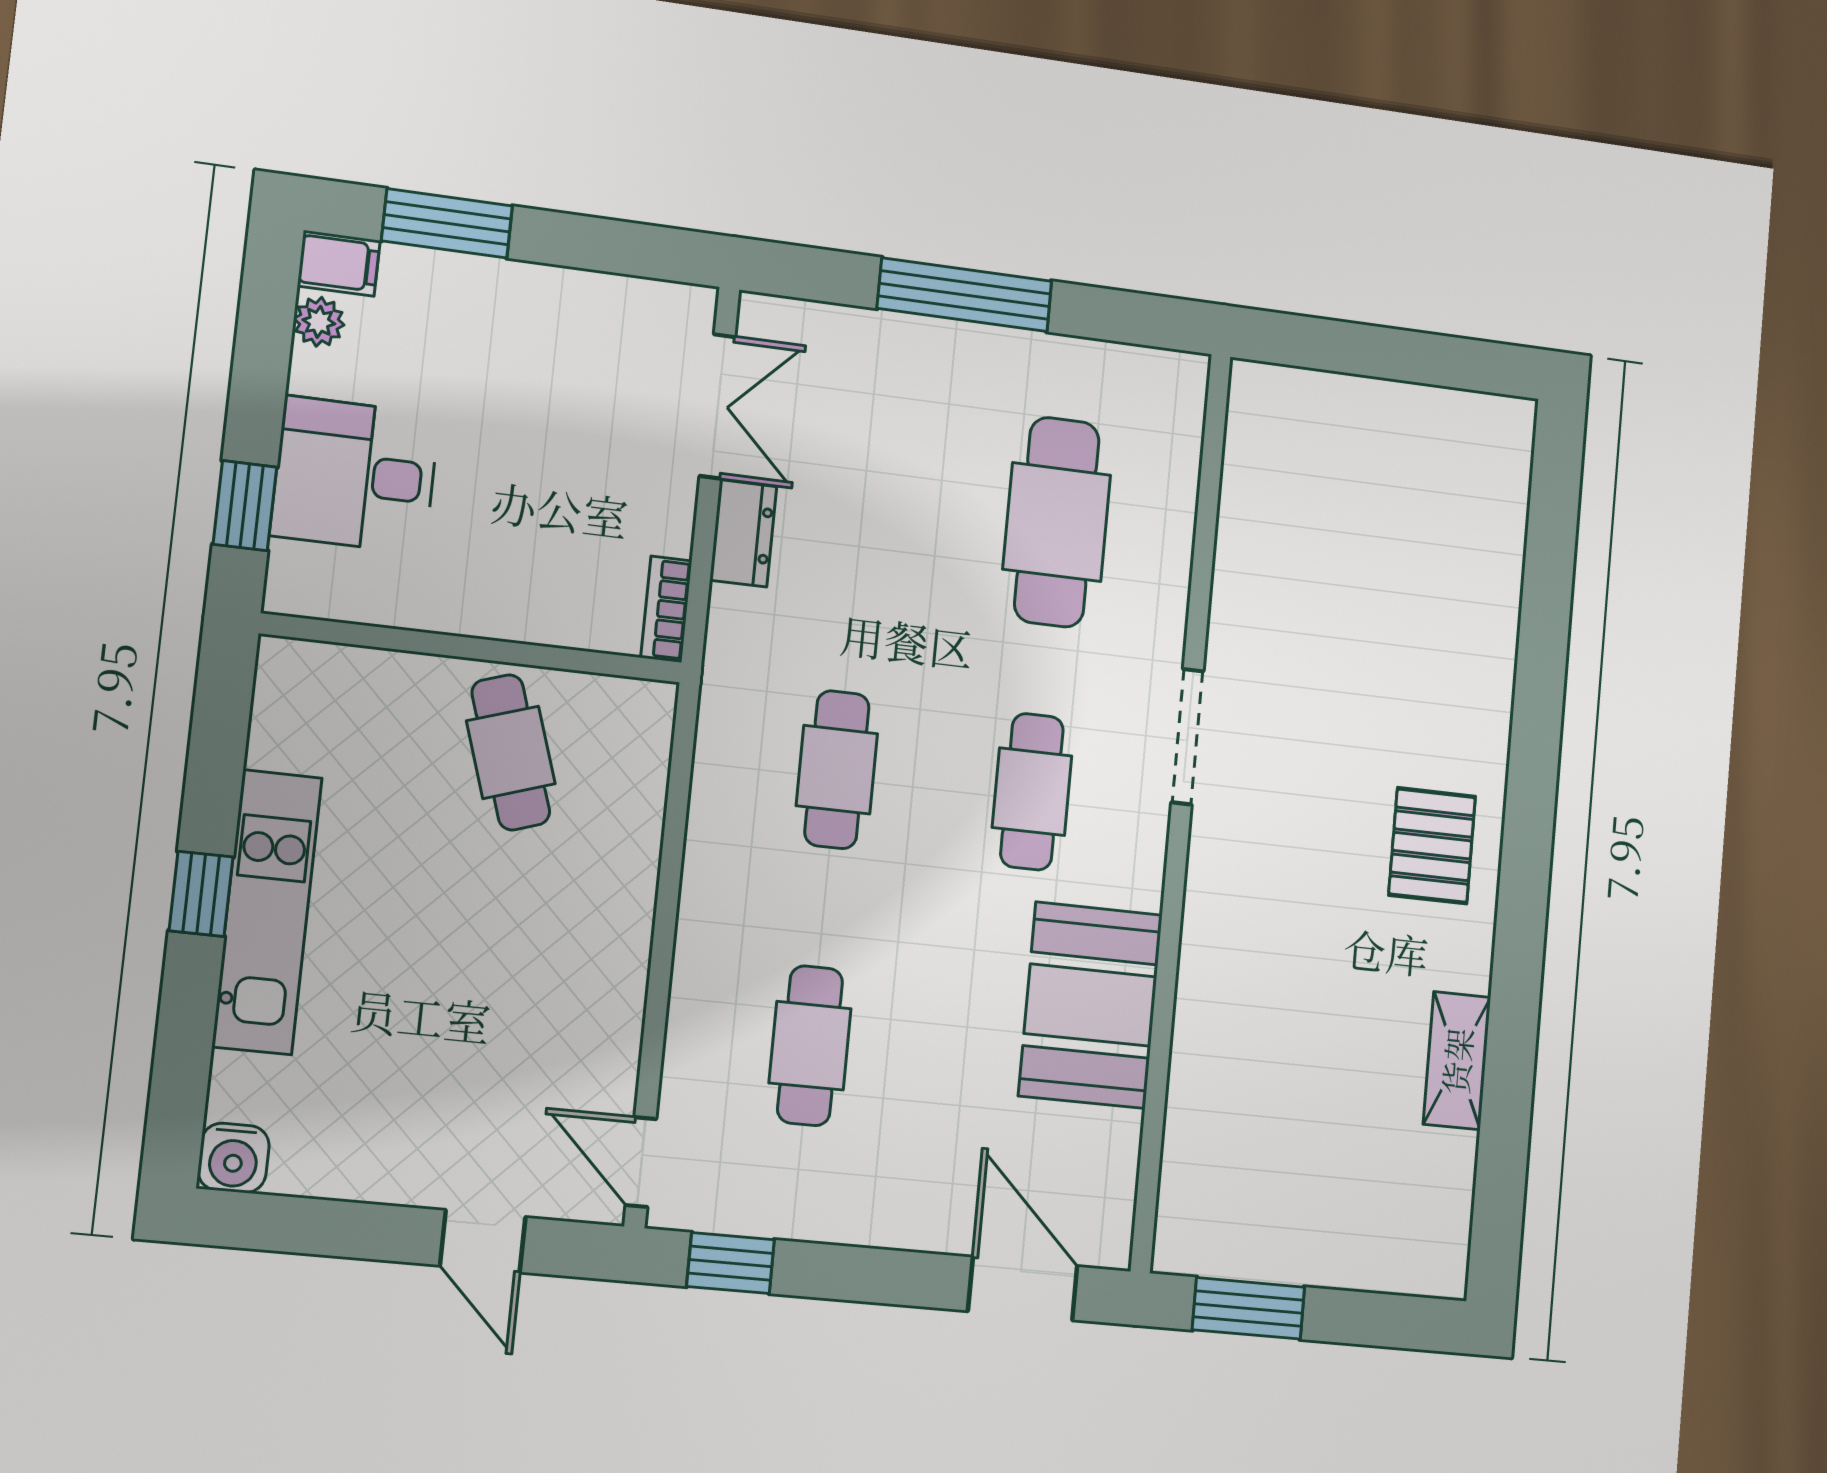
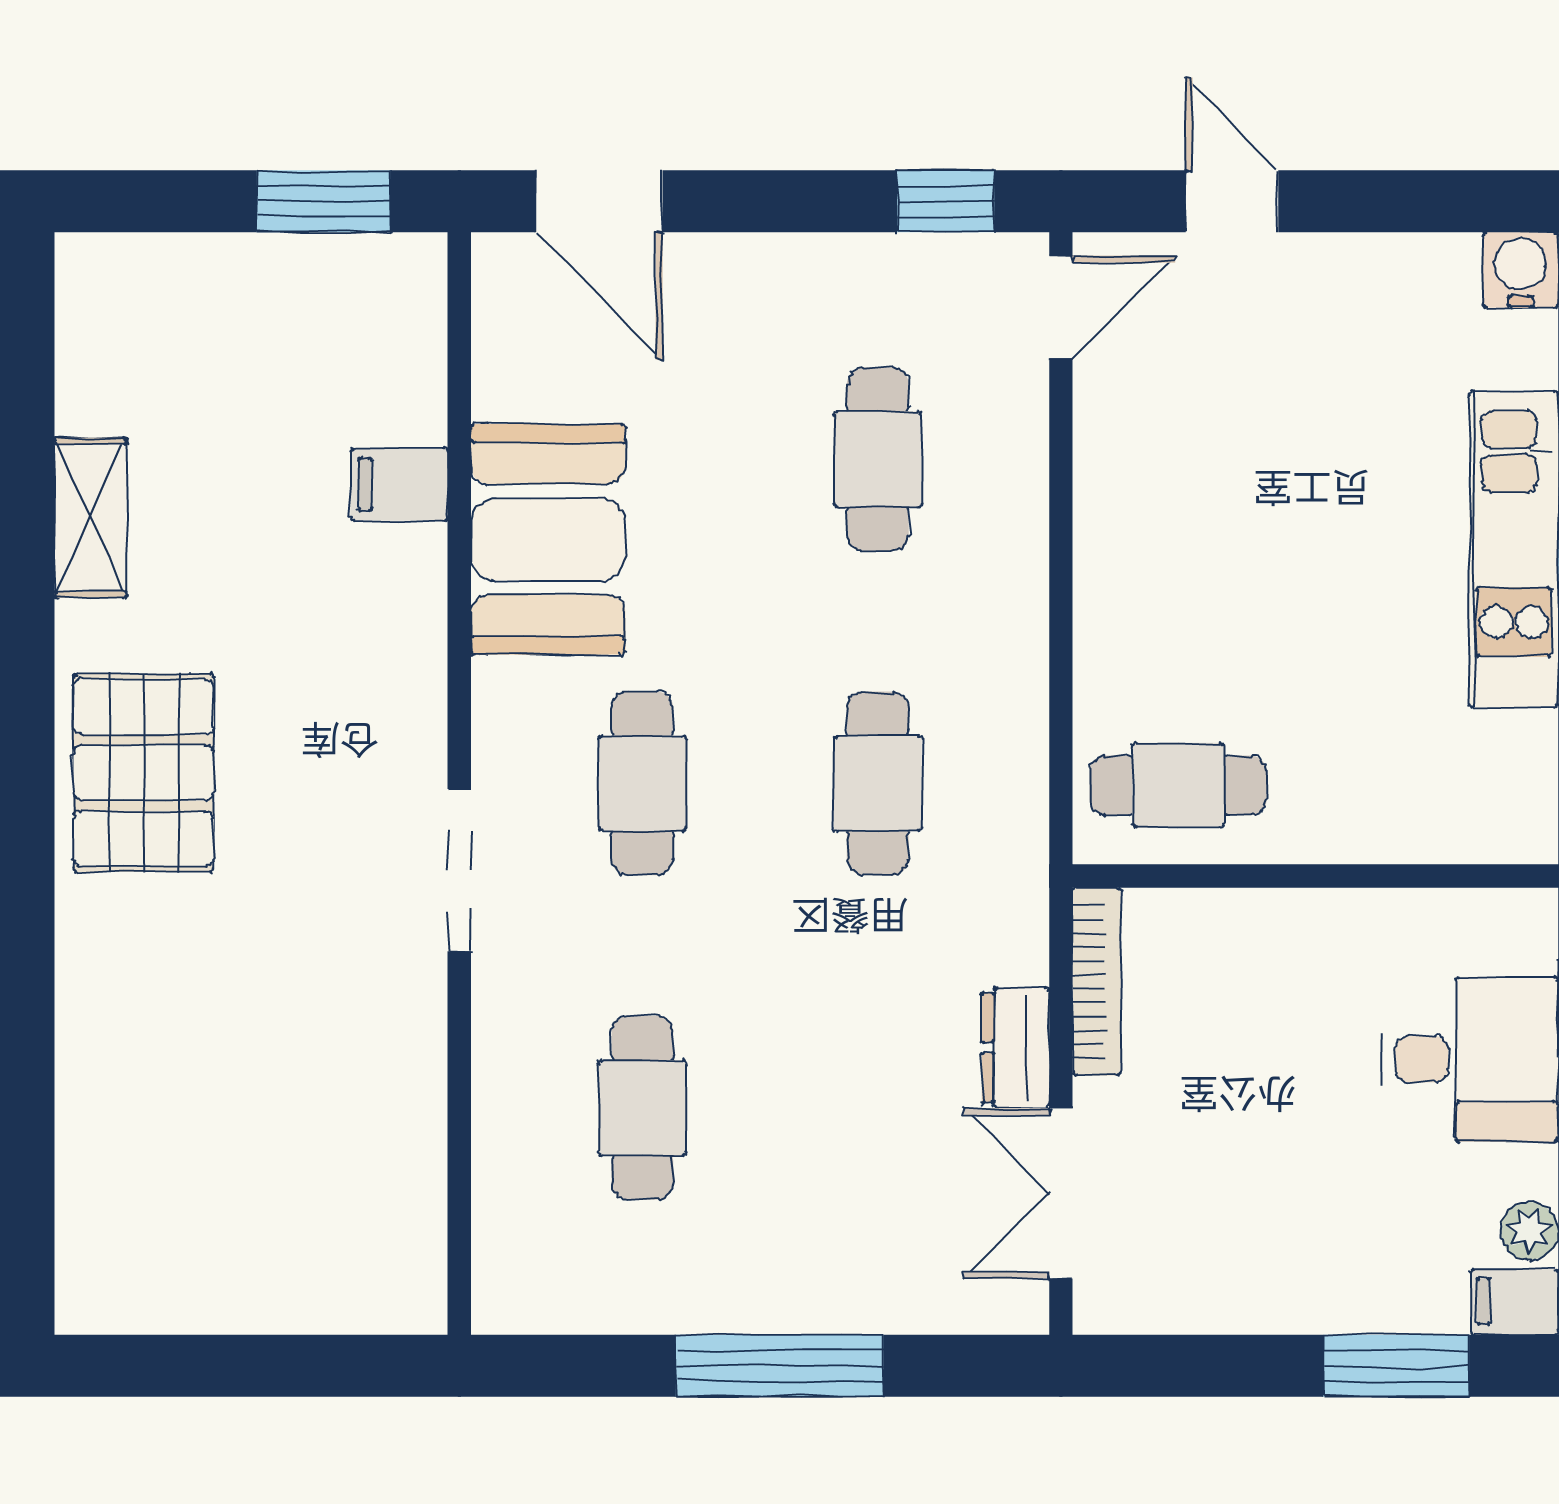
cafe table: (1057, 522) -> (642, 1108), width x0.73, depth x0.74
bookcase: (666, 609) -> (1096, 982), width x1.56
cafe table: (511, 752) -> (1178, 785), moved, turned -72
pallet: (1432, 846) -> (144, 773), width x1.50, depth x1.42
filing cabinet: (1208, 1064) -> (399, 484), added
door: (641, 1162) -> (1061, 307), hinge flipped

